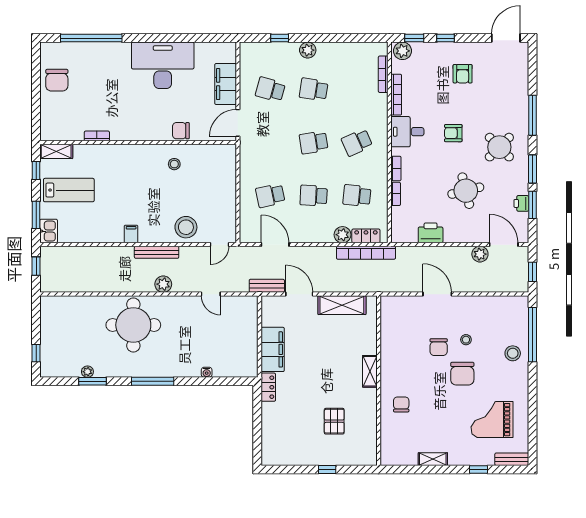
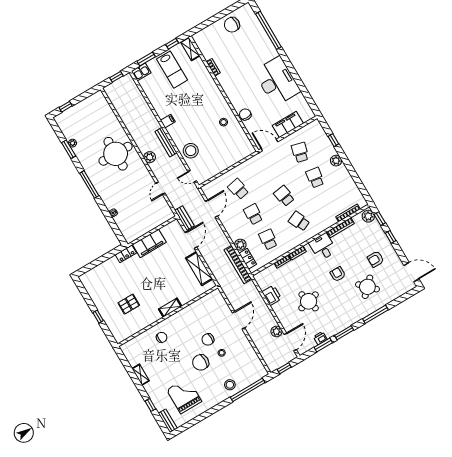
round table: (499, 147) -> (367, 287), moved

